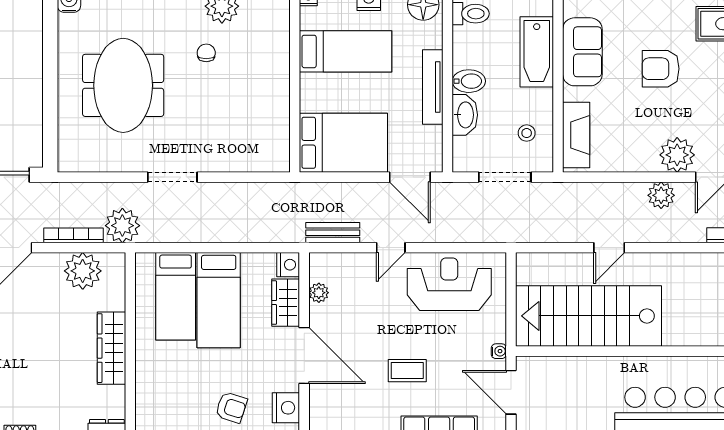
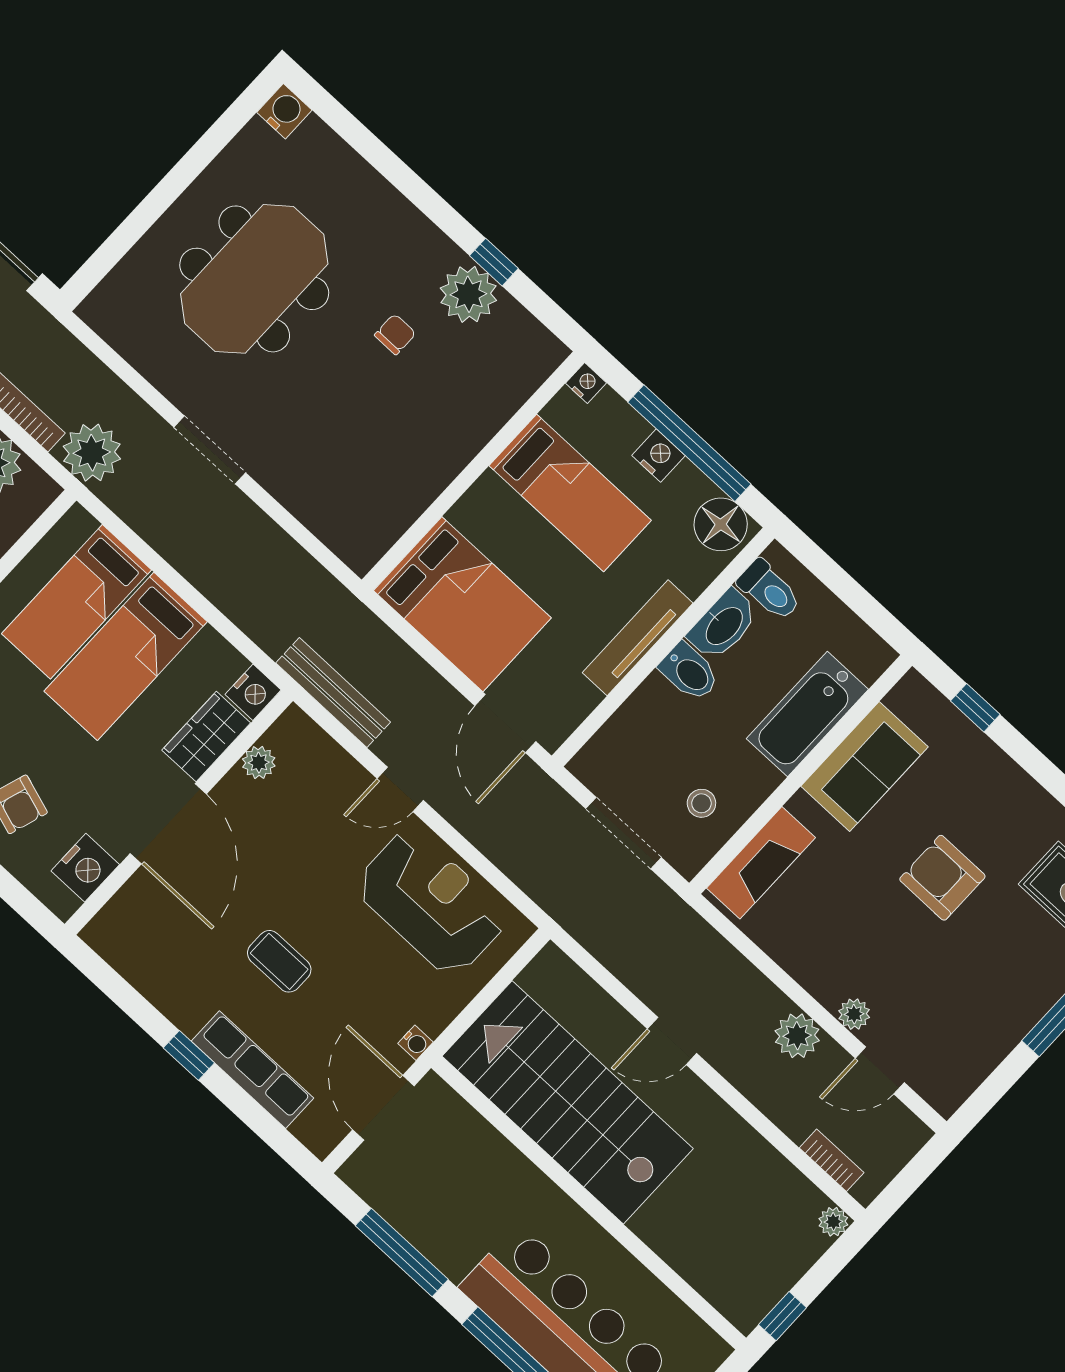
washbasin: (465, 115) -> (723, 625), moved
plant: (677, 155) -> (854, 1014), width x0.53, depth x0.53
bench: (333, 233) -> (333, 693), width x1.36

